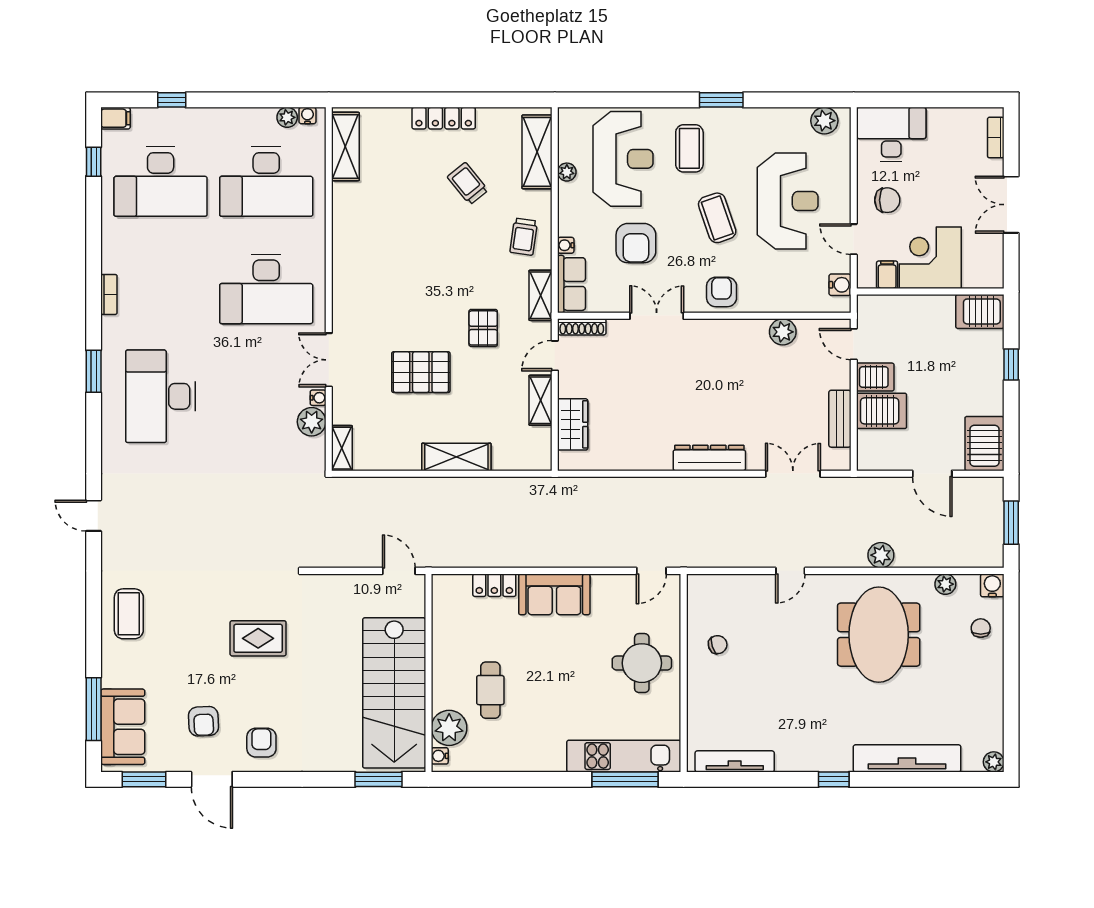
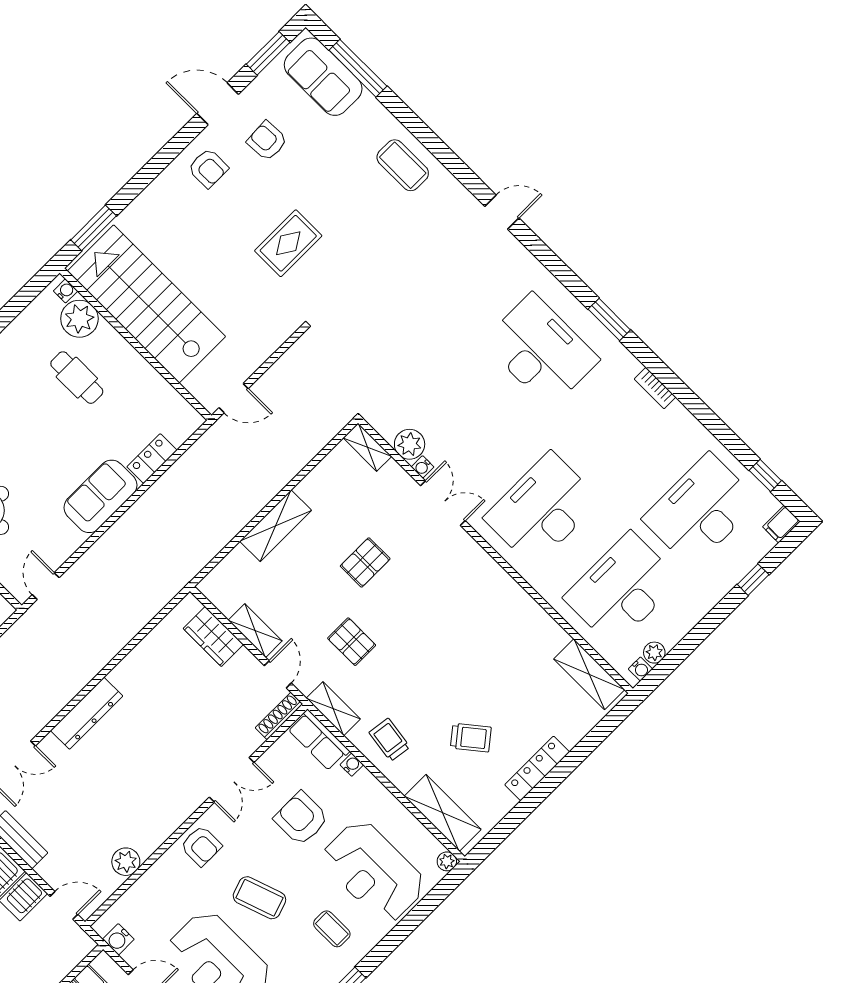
coffee table: (689, 148) -> (332, 929), width x0.73, depth x0.77
plant: (567, 172) -> (447, 861), moved
pallet: (421, 372) -> (365, 562), width x0.67, depth x0.71

